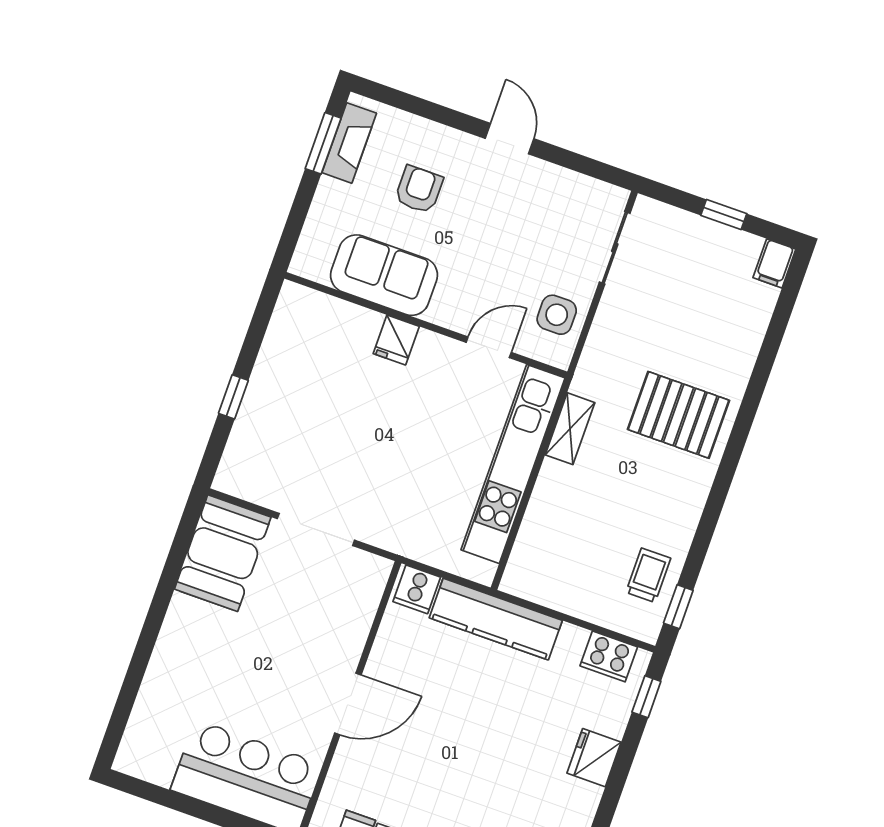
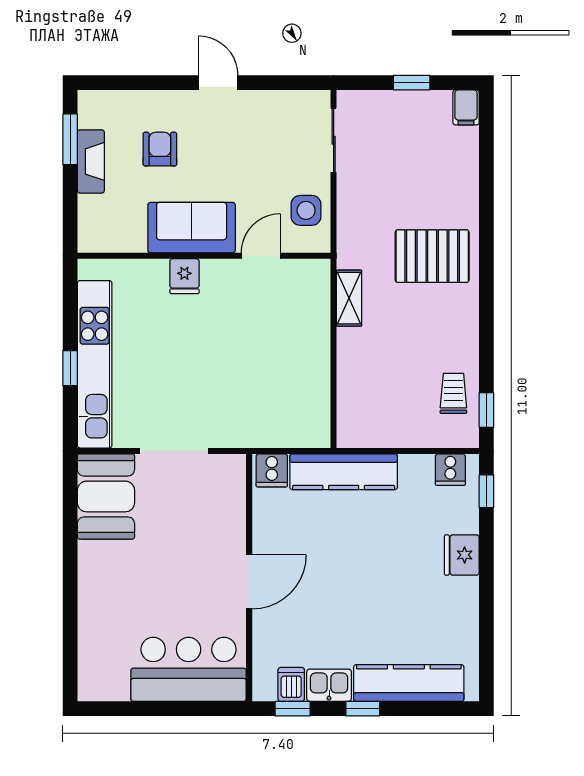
fireplace: (349, 143) -> (91, 161), moved
sofa: (384, 275) -> (192, 228), moved
kitchen unit: (513, 464) -> (95, 364), moved, turned 180
cooker: (609, 656) -> (450, 470), width x0.73

